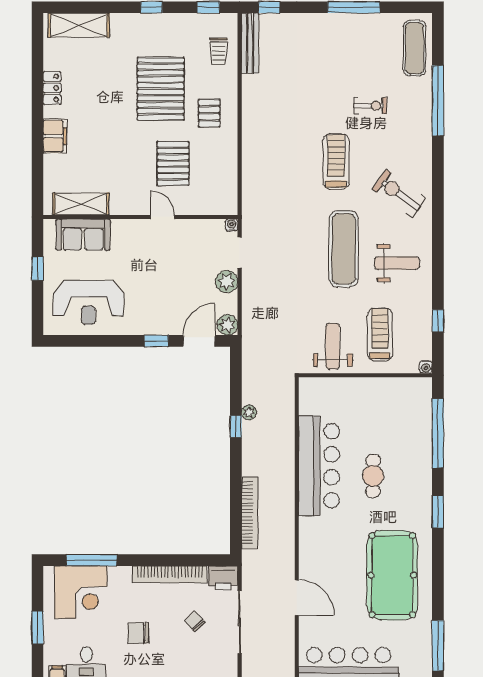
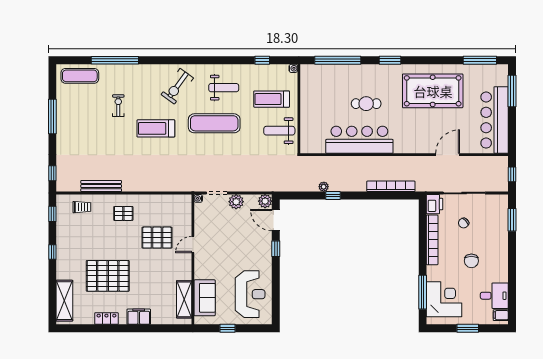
bench: (250, 43) -> (101, 186), moved
pallet: (161, 89) -> (108, 276), moved
weight bench: (397, 263) -> (224, 88), turned 90

